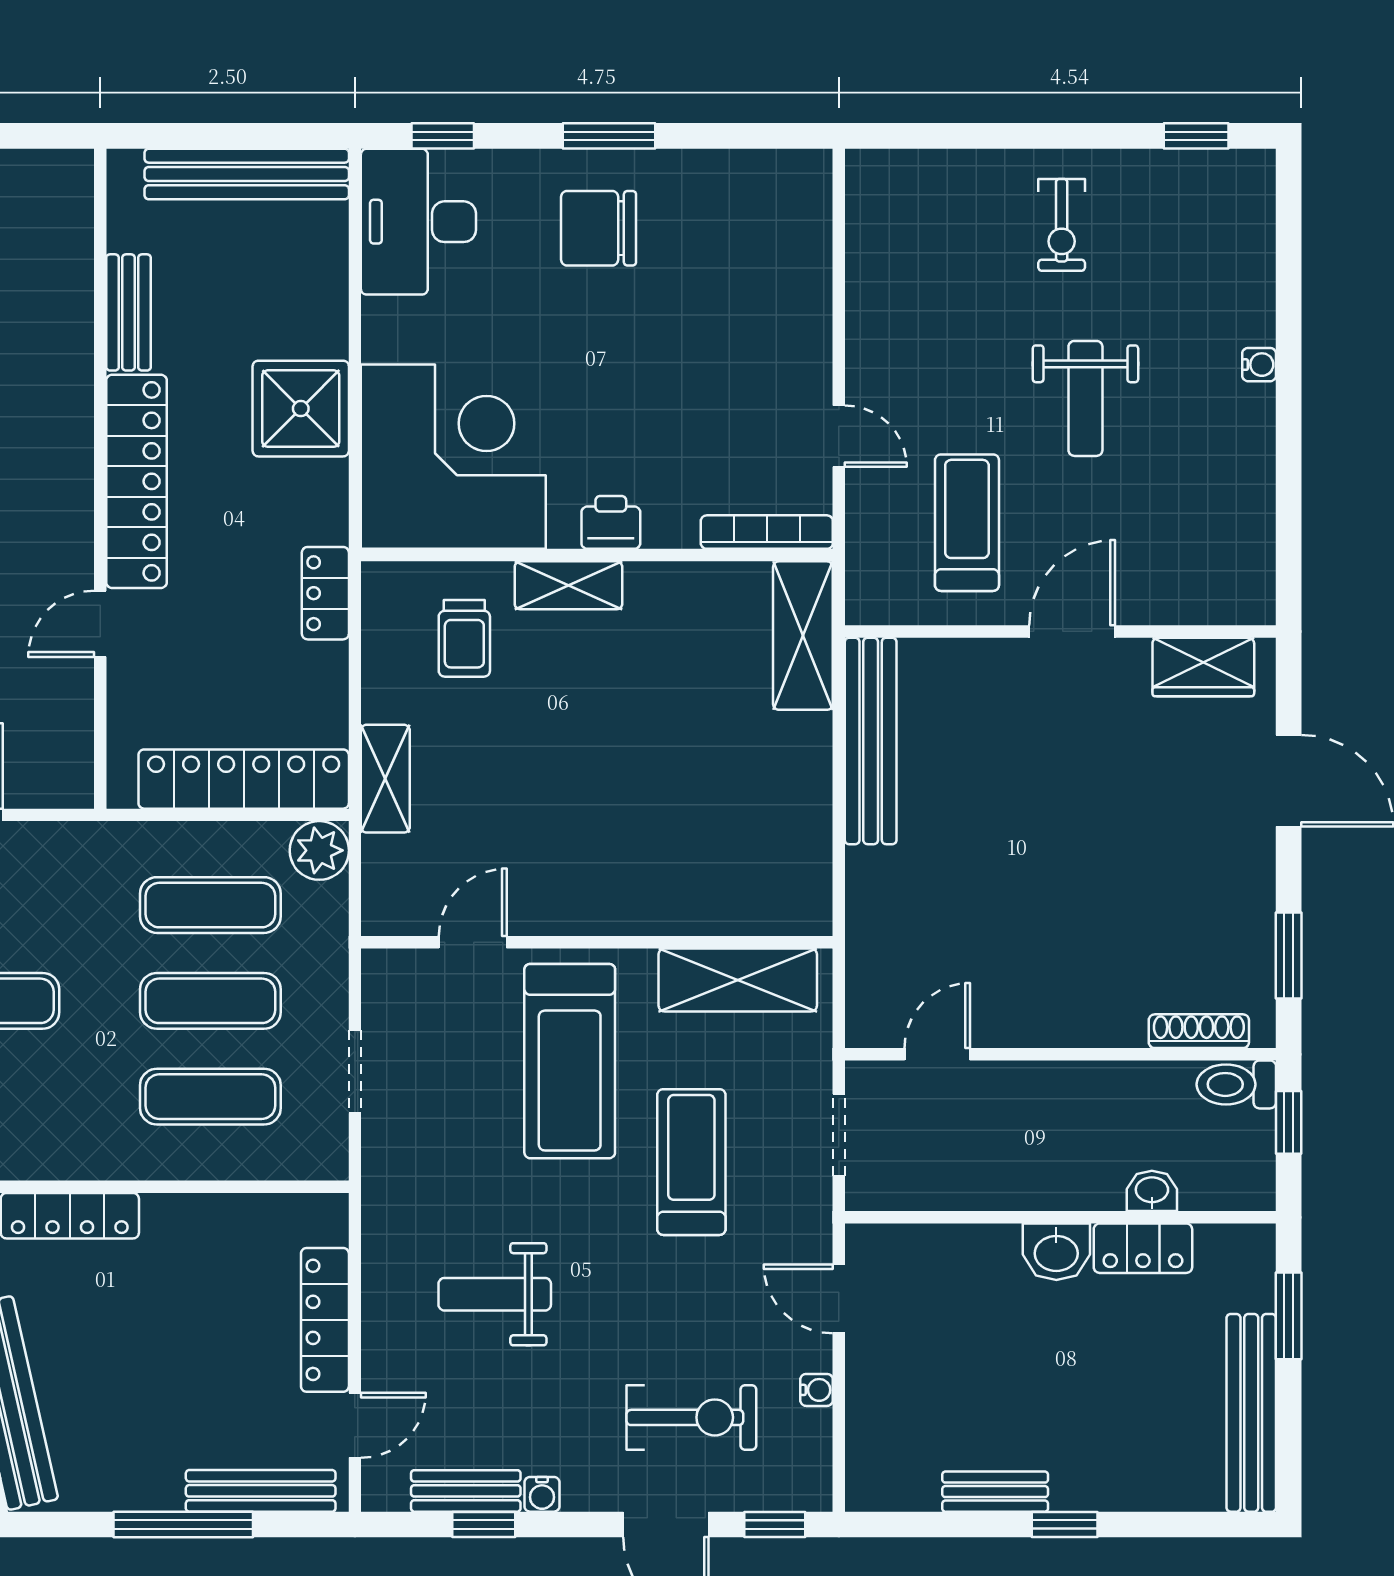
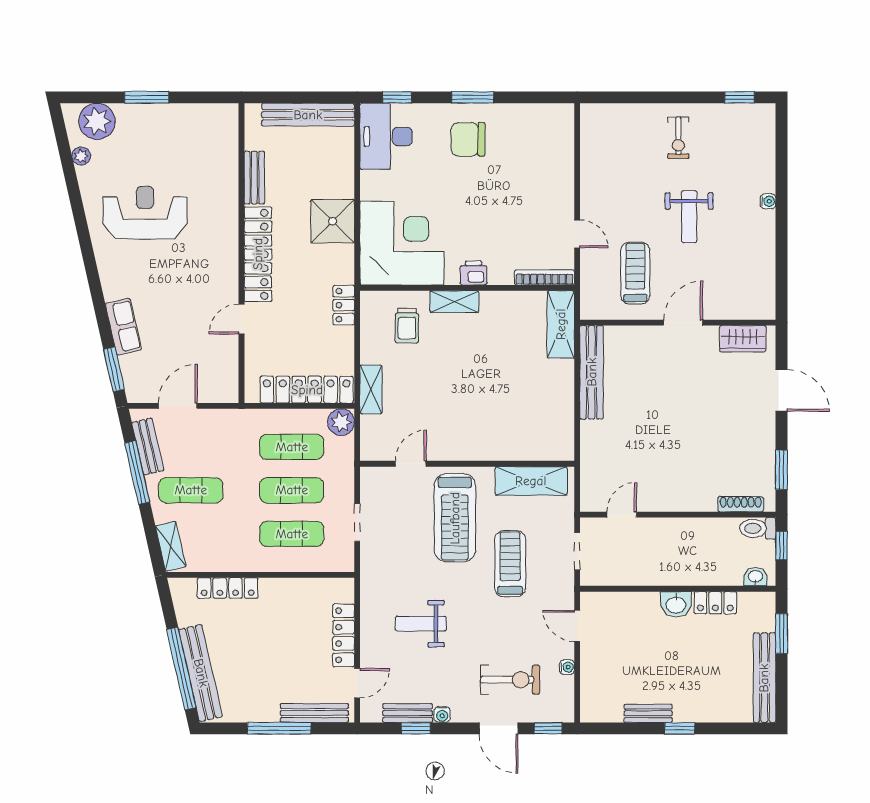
washbasin: (1152, 1191) -> (755, 577), moved

